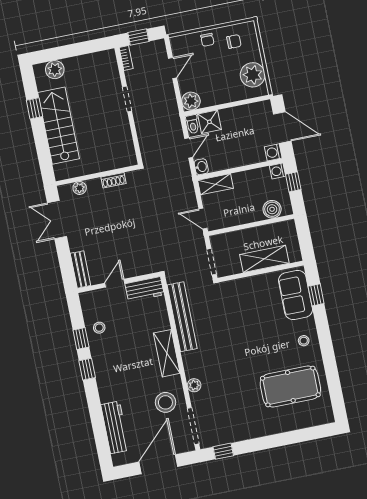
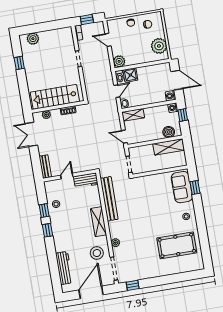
door: (173, 68) -> (108, 40), swing flipped
stairs: (59, 126) -> (55, 97), moved, turned -90
shelving: (264, 259) -> (168, 147), moved

